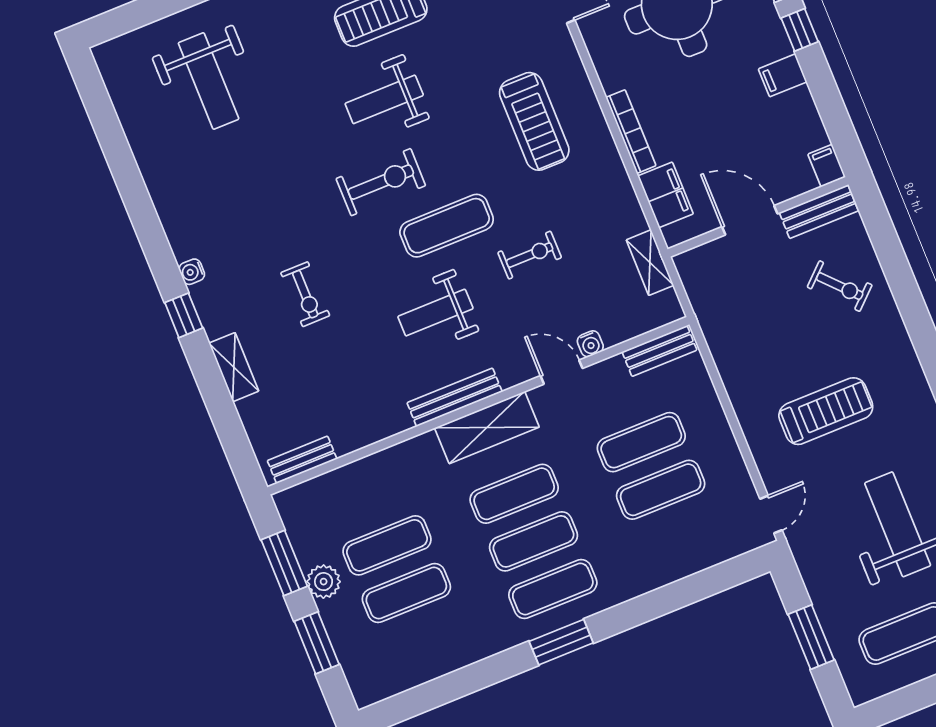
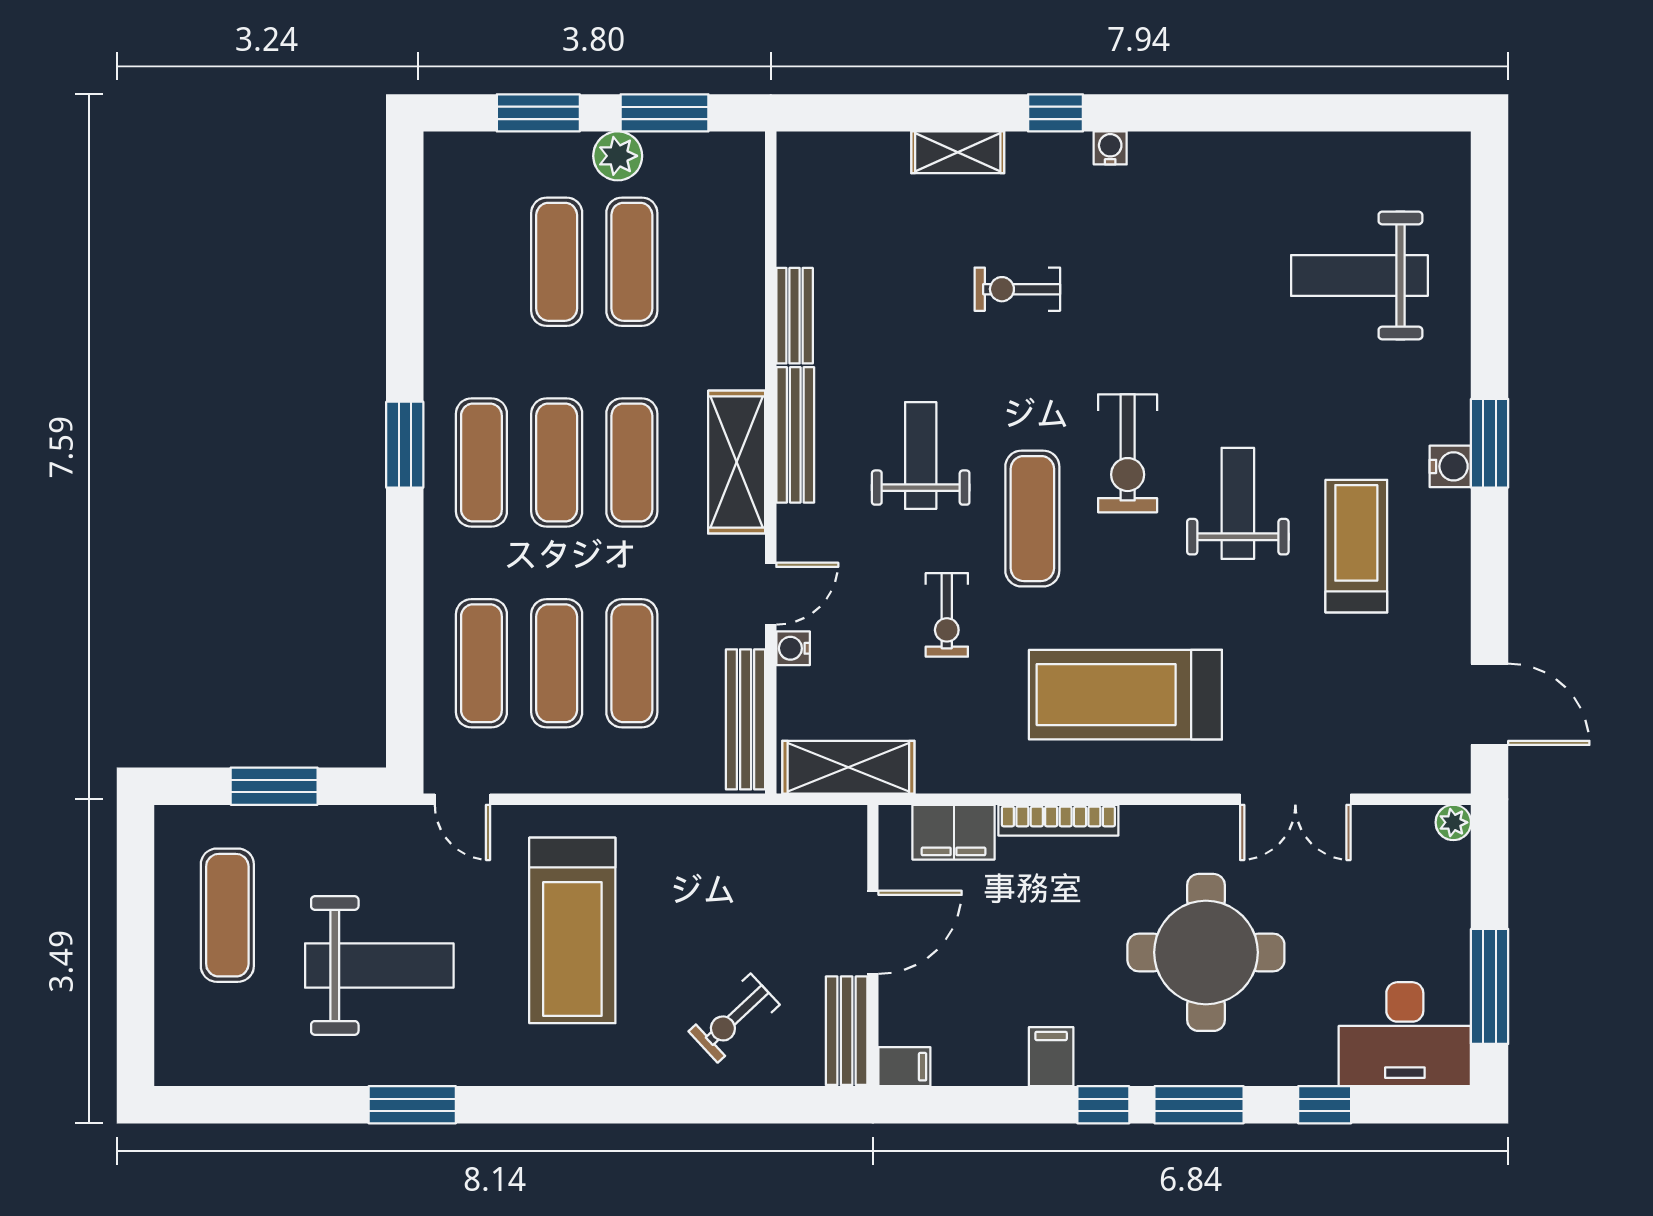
treadmill: (534, 121) -> (1125, 695), width x1.37, depth x1.38
shelving: (650, 263) -> (848, 767), width x1.50, depth x1.33
bench: (659, 351) -> (746, 719), width x1.36
treadmill: (826, 411) -> (572, 930), width x1.37, depth x1.38
bench: (302, 460) -> (795, 316), moved
exercise mat: (680, 537) -> (481, 663), added

